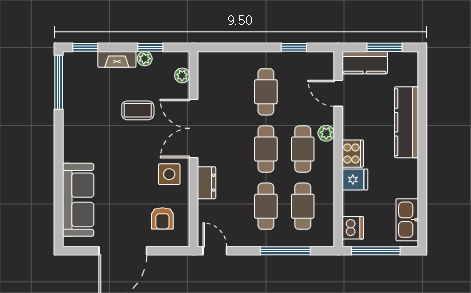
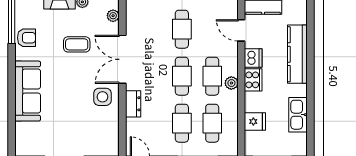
plant: (326, 133) -> (231, 83), moved
fridge: (355, 180) -> (255, 121), moved
sofa: (78, 200) -> (28, 91), moved
armchair: (162, 218) -> (26, 38), moved, turned -90
kitchen sink: (407, 220) -> (298, 115), moved
dishwasher: (353, 228) -> (253, 58), moved

